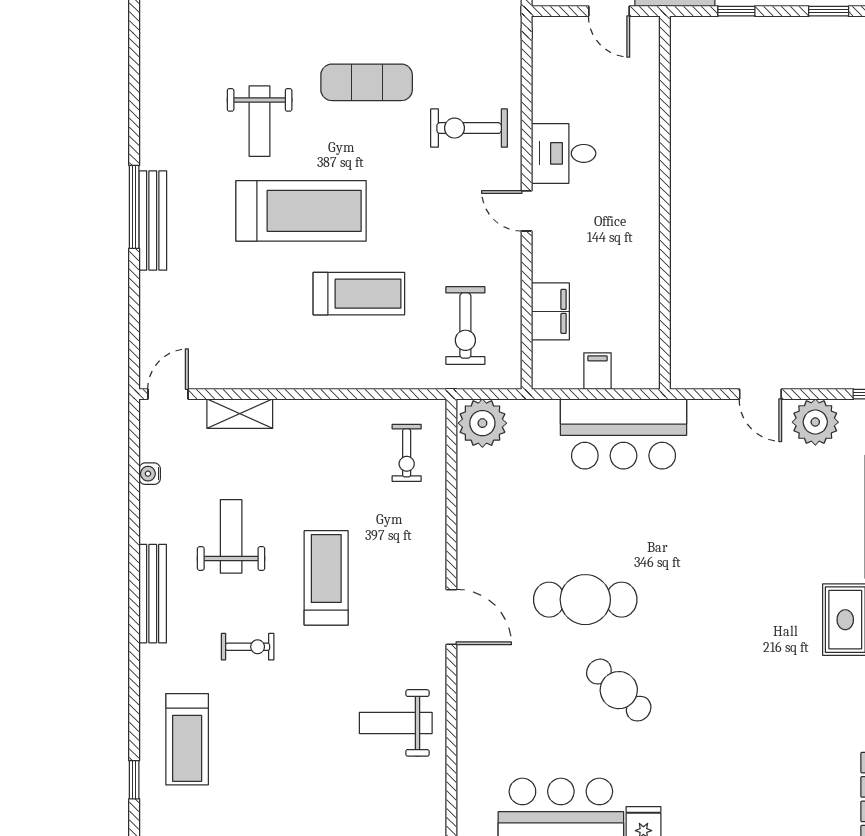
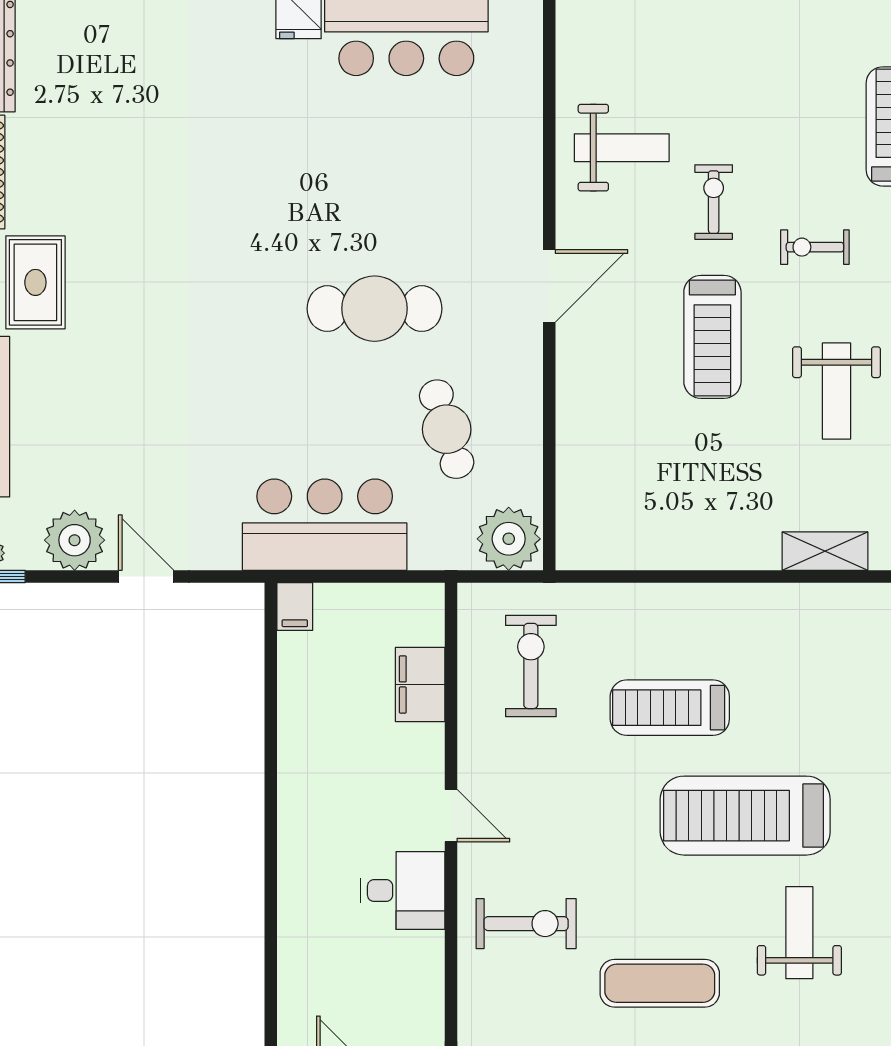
filing cabinet: (597, 371) -> (295, 607), moved
exercise bike: (407, 453) -> (714, 202), moved
door: (451, 617) -> (549, 286), swing flipped
cafe table: (619, 690) -> (447, 429), moved, turned 30

